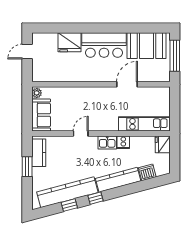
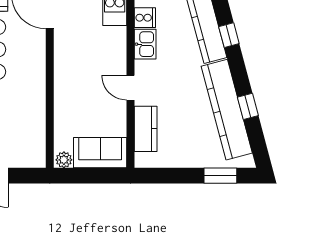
kitchen counter: (39, 153) -> (146, 129), moved, turned 90
window: (27, 167) -> (220, 176), moved
window: (96, 198) -> (229, 35), moved

